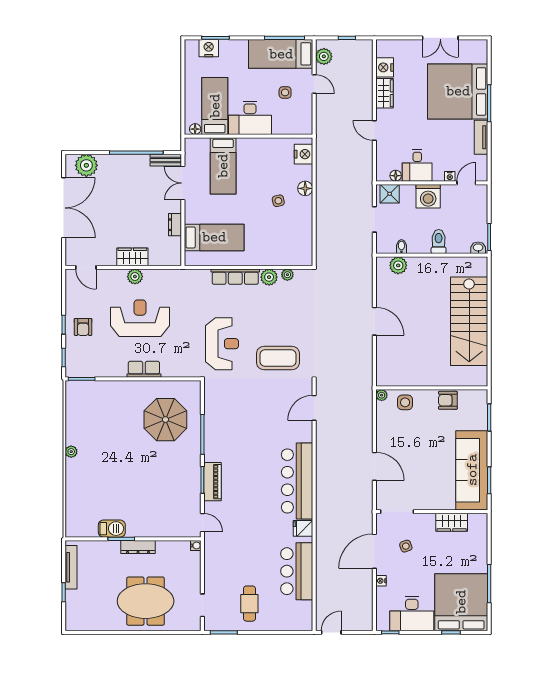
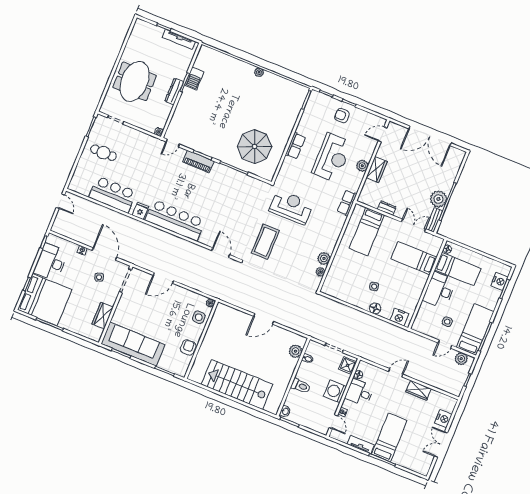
nightstand: (385, 67) -> (443, 419), moved, turned 90
bed: (458, 91) -> (389, 437), width x0.49
plant: (86, 165) -> (438, 199), moved
row of seats: (235, 277) -> (347, 203), moved, width x0.68
reception desk: (222, 344) -> (291, 207), turned 180

